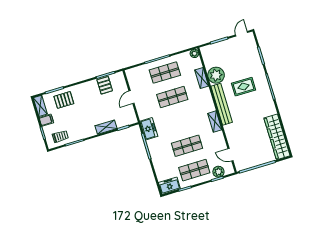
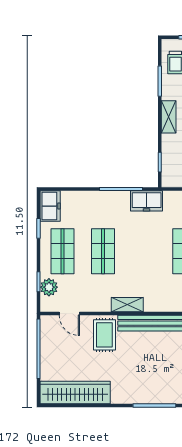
rug: (244, 87) -> (104, 335), moved
shelving: (106, 127) -> (169, 117), moved
door: (230, 155) -> (69, 313), swing flipped

